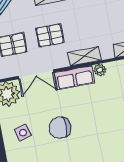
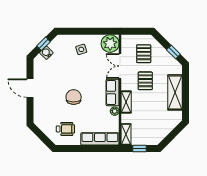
chair: (60, 128) -> (74, 97), moved

